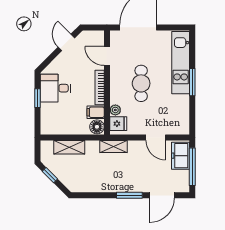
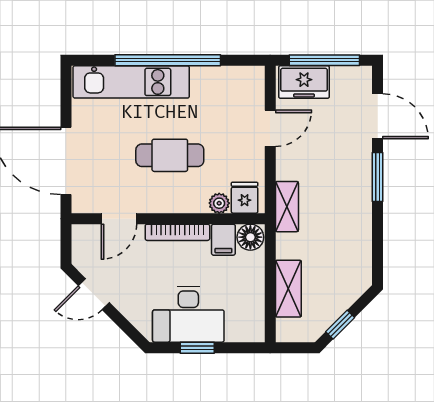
window: (192, 82) -> (168, 60), width x2.11
desk: (55, 88) -> (188, 314), width x1.37

